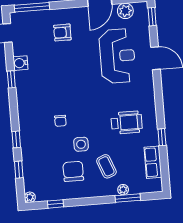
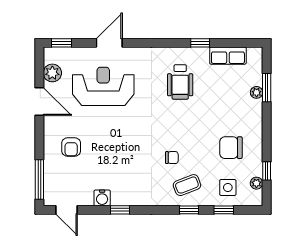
wheelchair: (127, 123) -> (180, 82), turned 180
side table: (81, 144) -> (228, 187), moved
coffee table: (106, 166) -> (187, 185), moved
plant: (30, 197) -> (256, 183), moved

